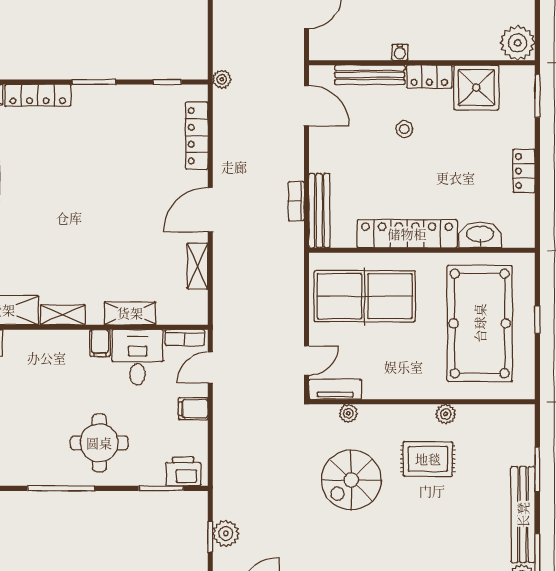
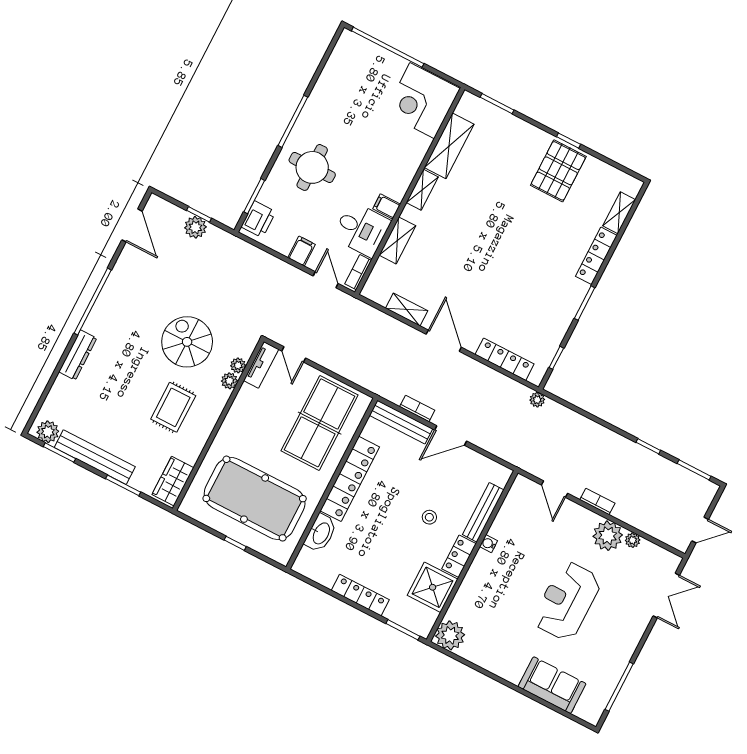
door: (307, 106) -> (451, 435), moved
locker: (524, 171) -> (360, 595), width x1.53
plant: (446, 414) -> (229, 381), moved
wardrobe: (506, 419) -> (173, 481), added

